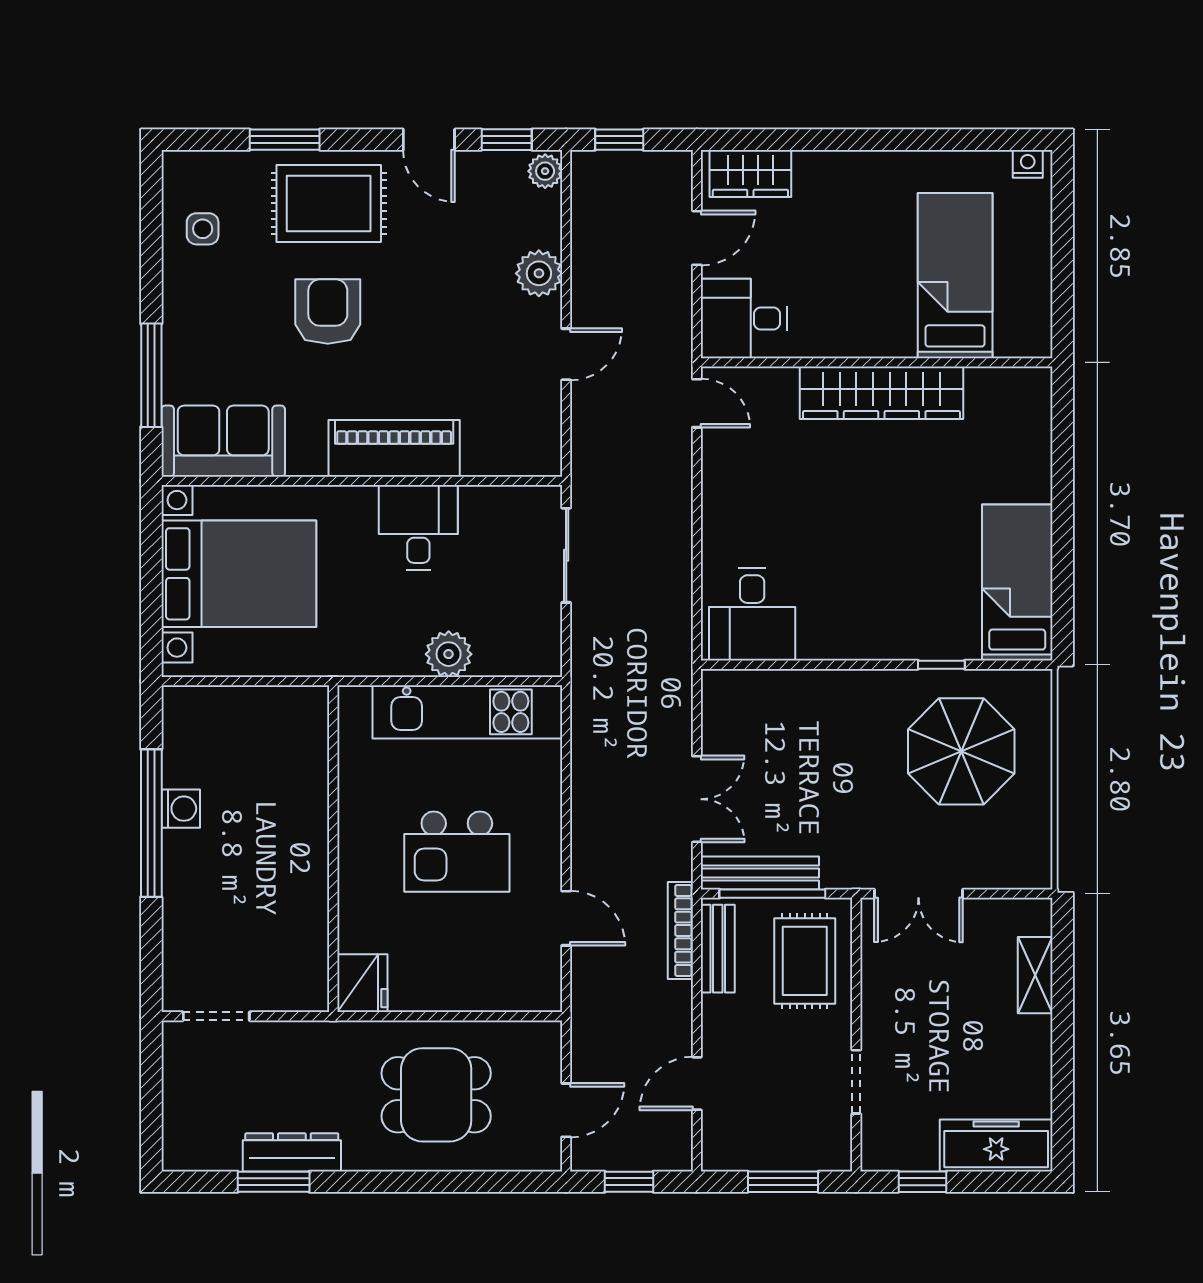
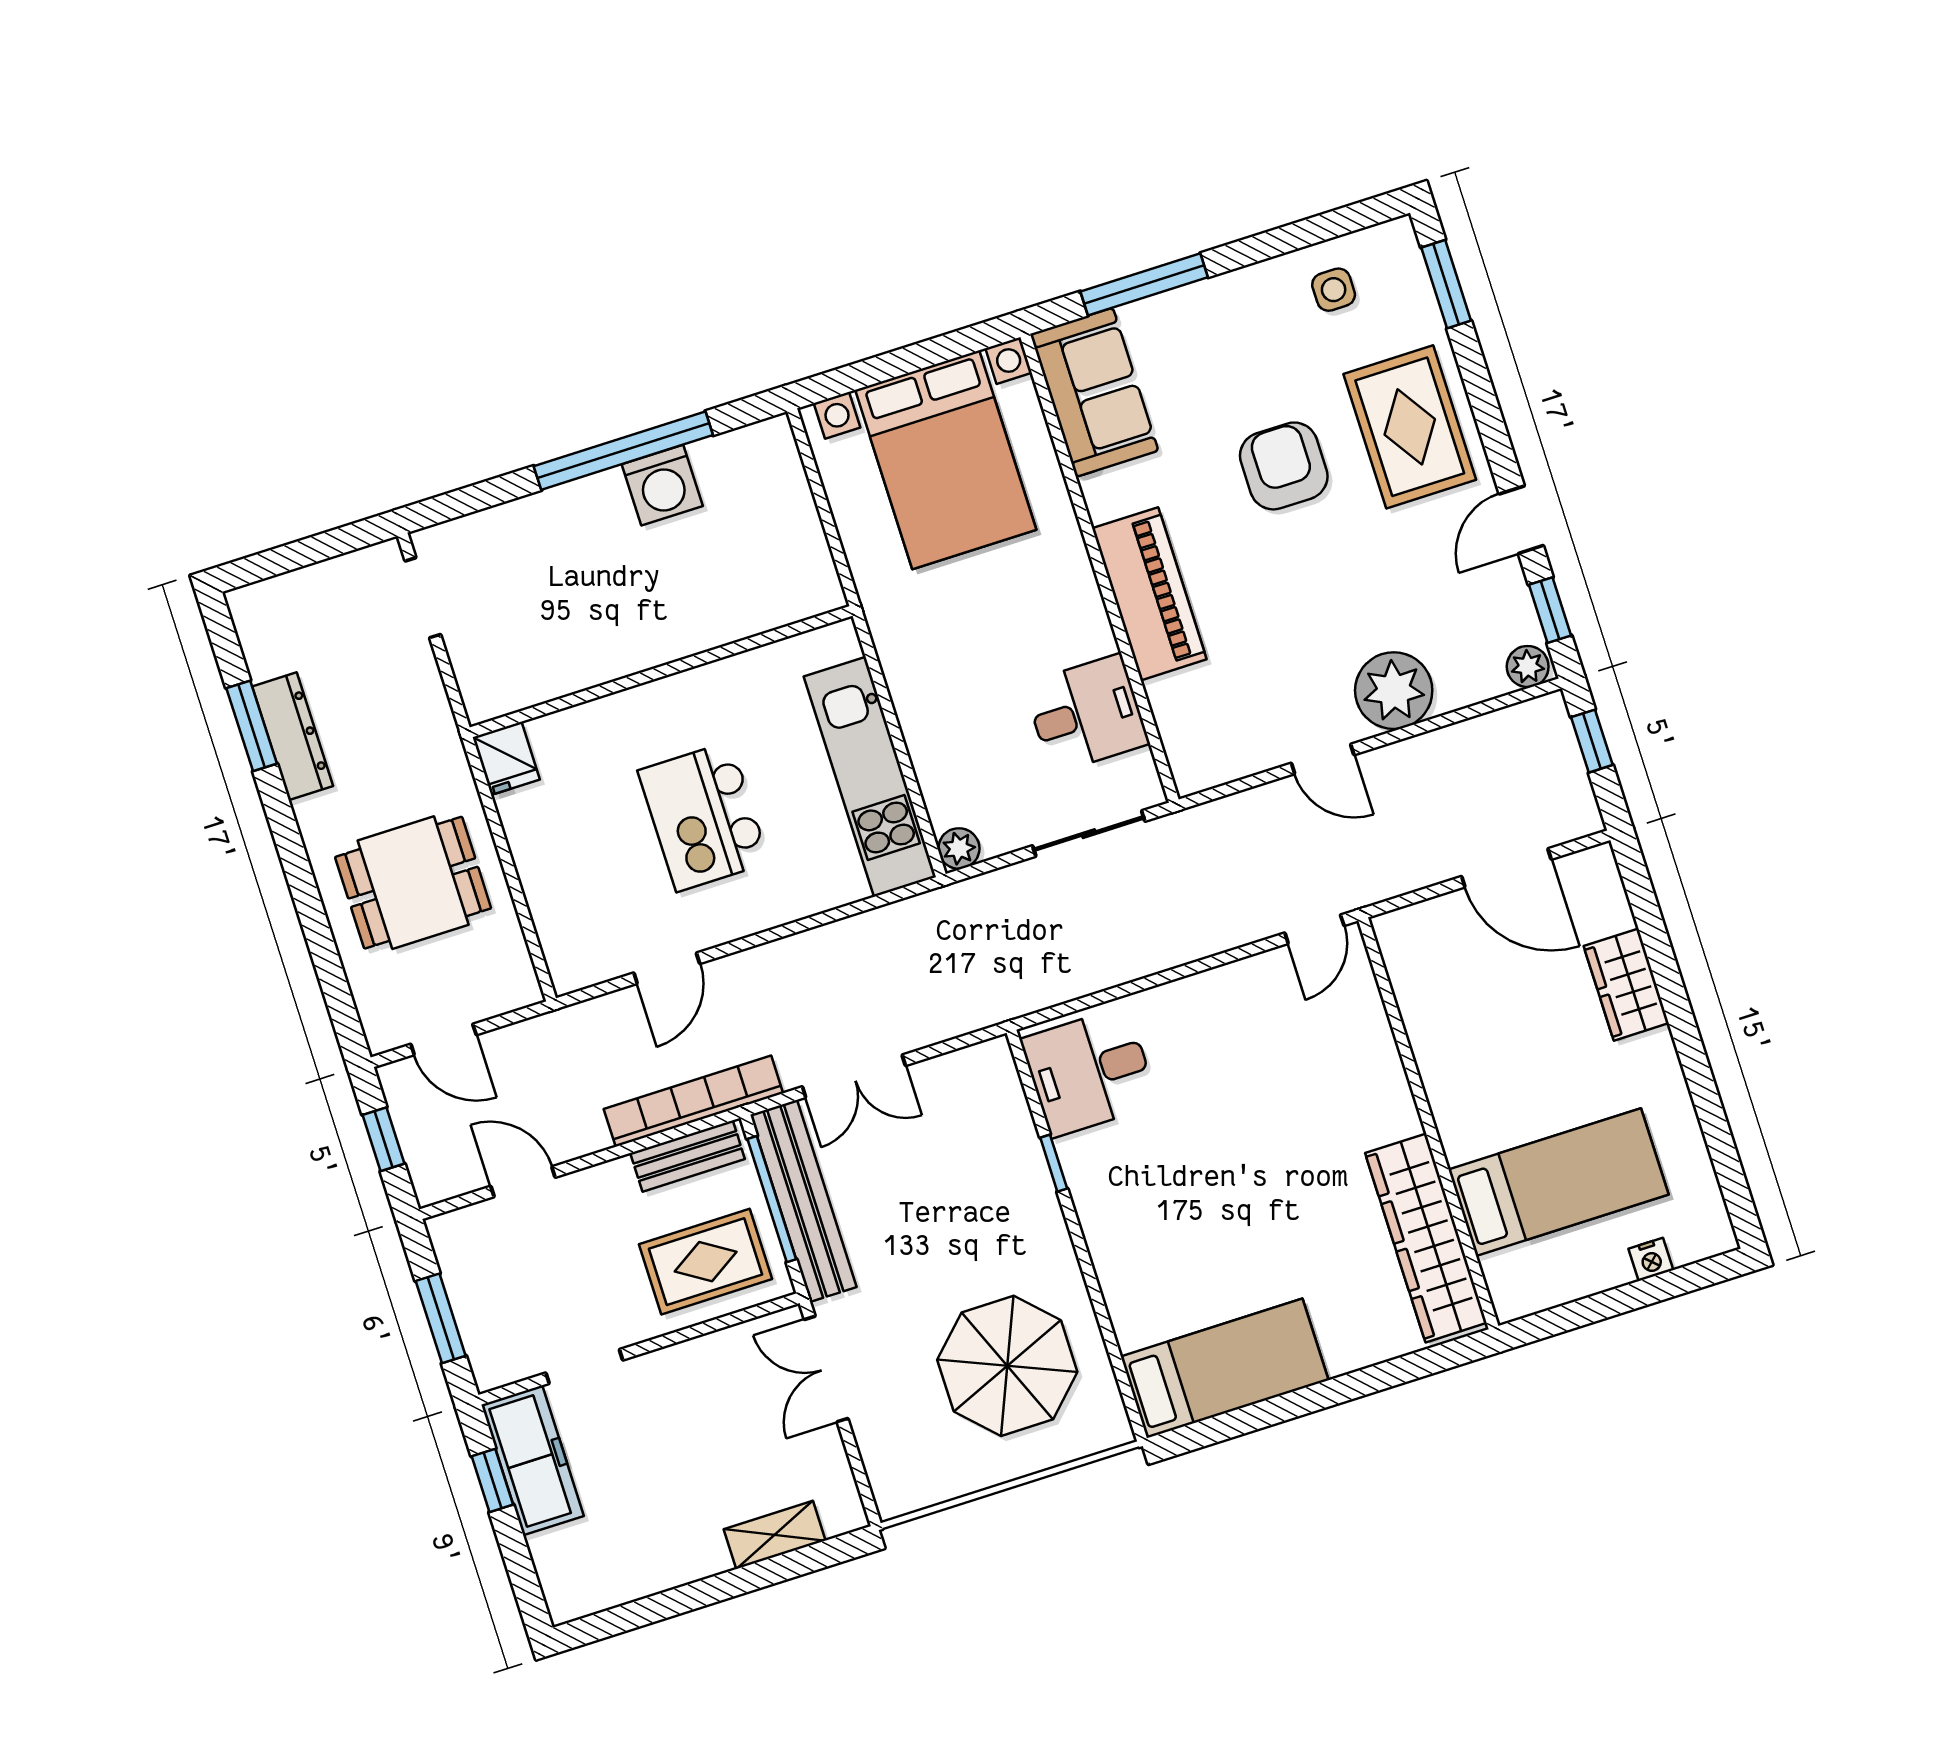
window: (285, 140) -> (1446, 284), moved
nightstand: (1028, 164) -> (1651, 1259), moved, turned 90
wardrobe: (750, 173) -> (1626, 985), moved
door: (697, 238) -> (1506, 868), width x1.38
plant: (539, 273) -> (1394, 691), width x1.36, depth x1.36
armchair: (328, 312) -> (1284, 466), turned -90
desk: (744, 318) -> (1430, 952), removed
wardrobe: (881, 393) -> (1426, 1238), moved
desk: (418, 527) -> (1086, 714), moved
plant: (449, 654) -> (959, 848), moved, width x0.73, depth x0.73
window: (941, 665) -> (1054, 1163), moved
washing machine: (181, 809) -> (662, 485), width x1.38, depth x1.38
bench: (760, 873) -> (803, 1201), width x1.37, depth x1.21
bookcase: (680, 930) -> (693, 1101), width x1.48, depth x1.31
fridge: (362, 983) -> (506, 758), width x0.72
dining table: (436, 1095) -> (413, 883), turned 90
freezer: (996, 1145) -> (533, 1460), moved

